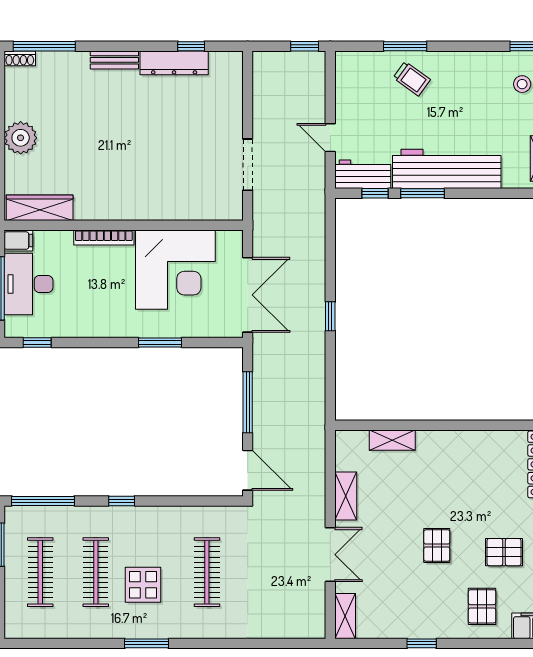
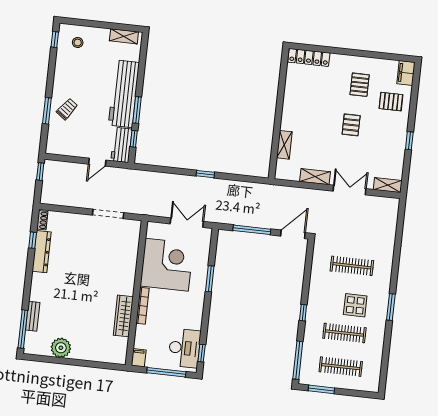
shoe rack: (20, 58) -> (42, 220), moved
bench: (114, 60) -> (33, 316), moved
plant: (21, 138) -> (61, 348), moved
wardrobe: (40, 208) -> (123, 316), moved
desk: (28, 284) -> (184, 348), moved, turned -90
double door: (248, 295) -> (187, 223), width x0.73
pallet: (437, 546) -> (351, 125), turned 90

